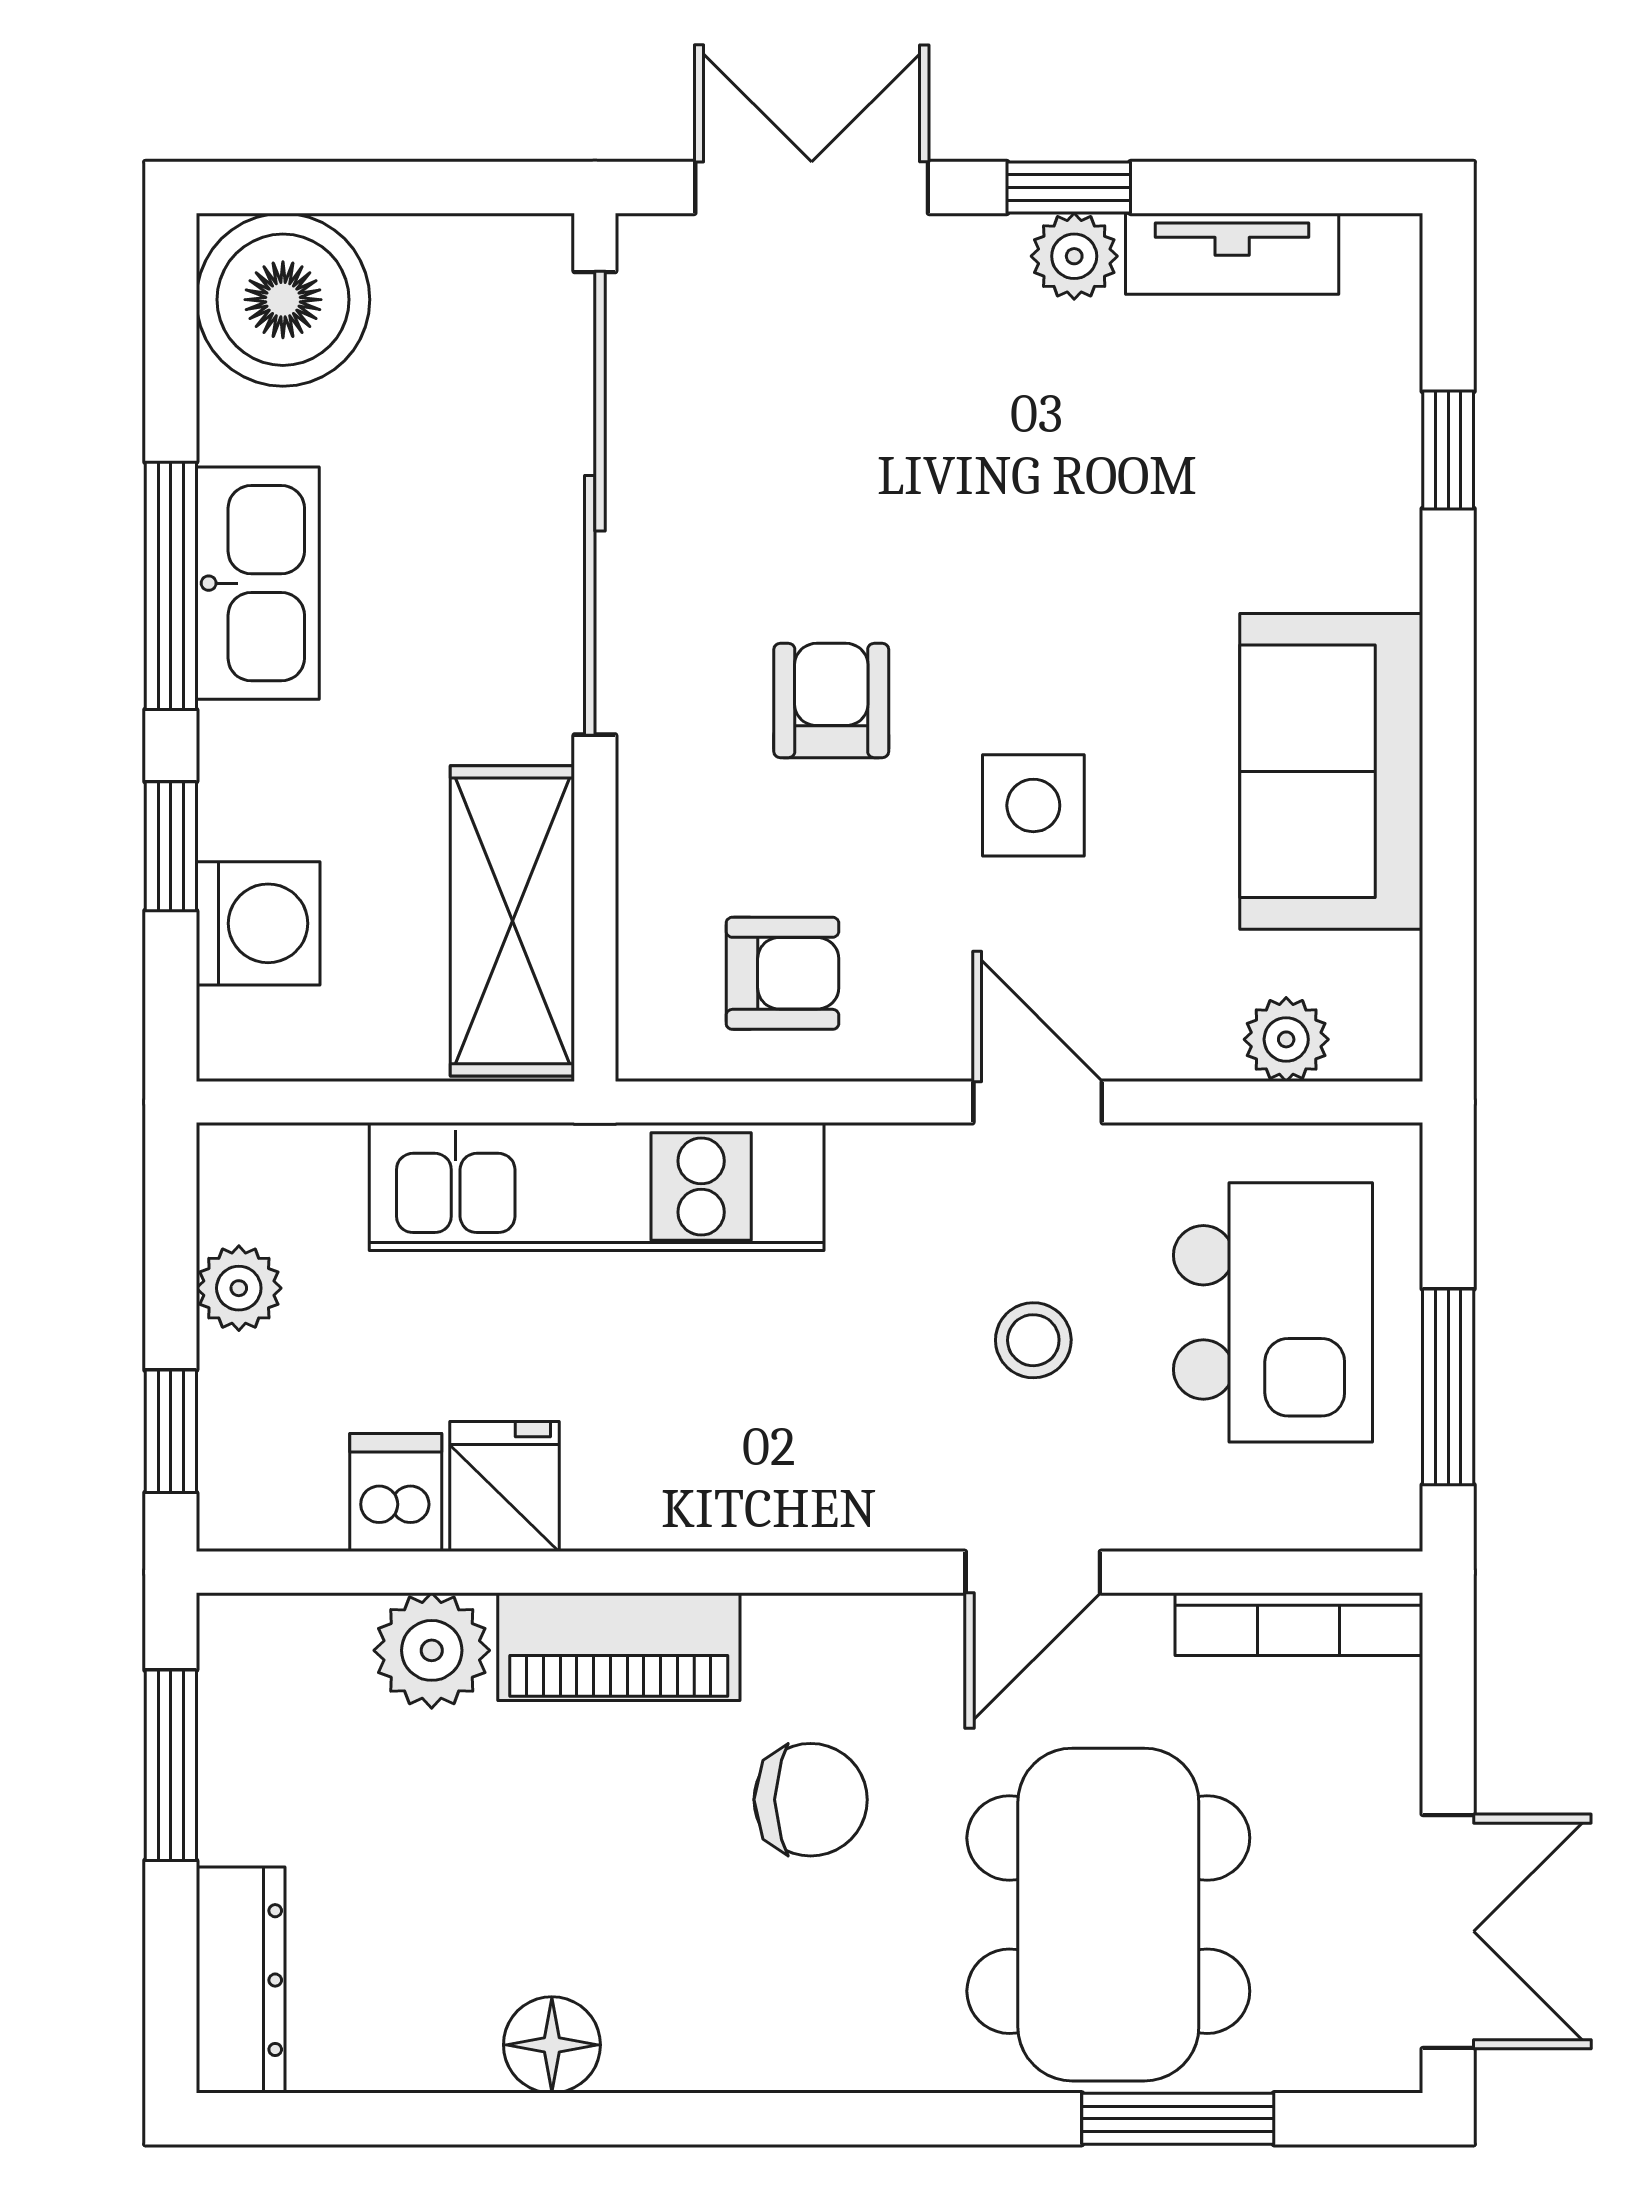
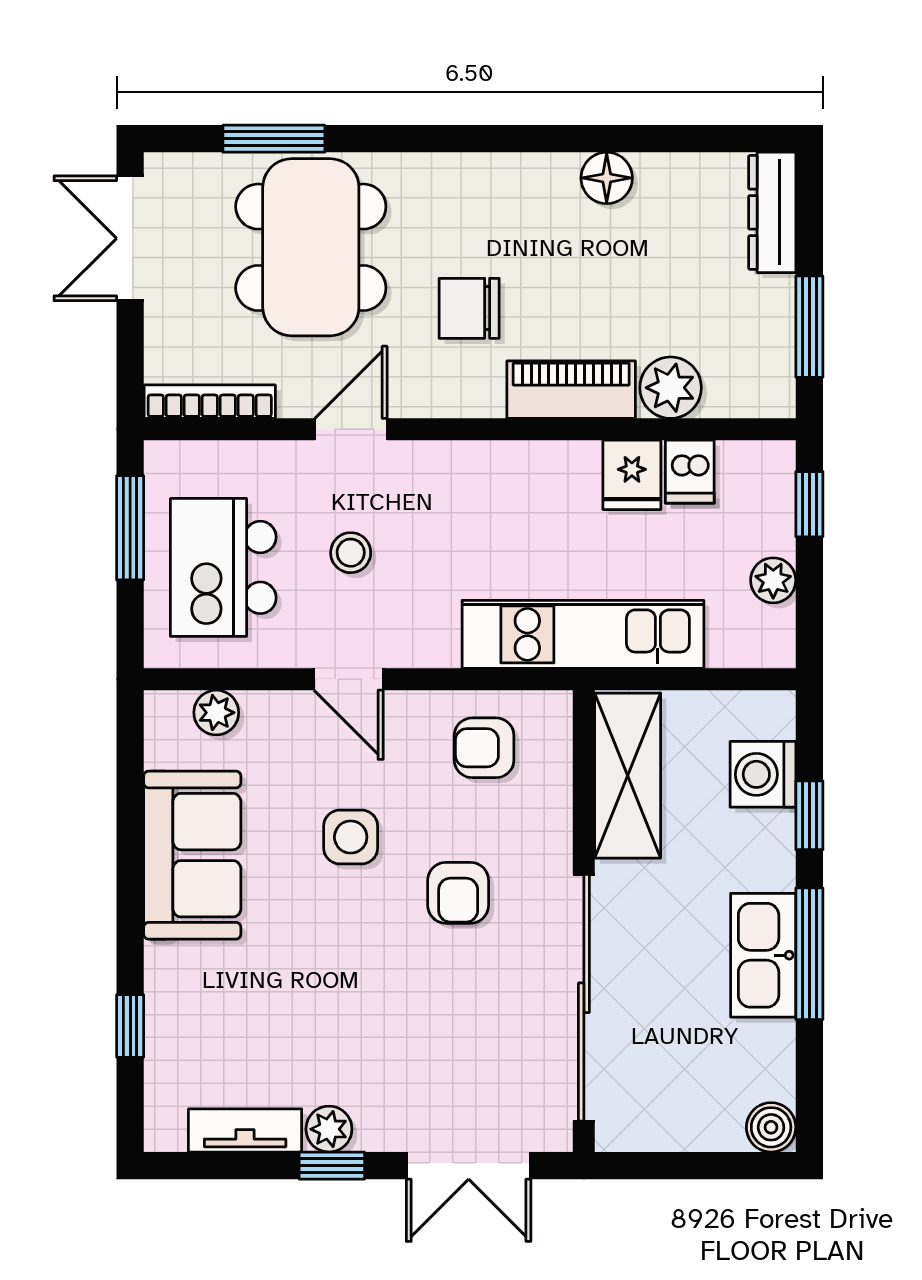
boiler: (283, 300) -> (771, 1127), width x0.54, depth x0.54

